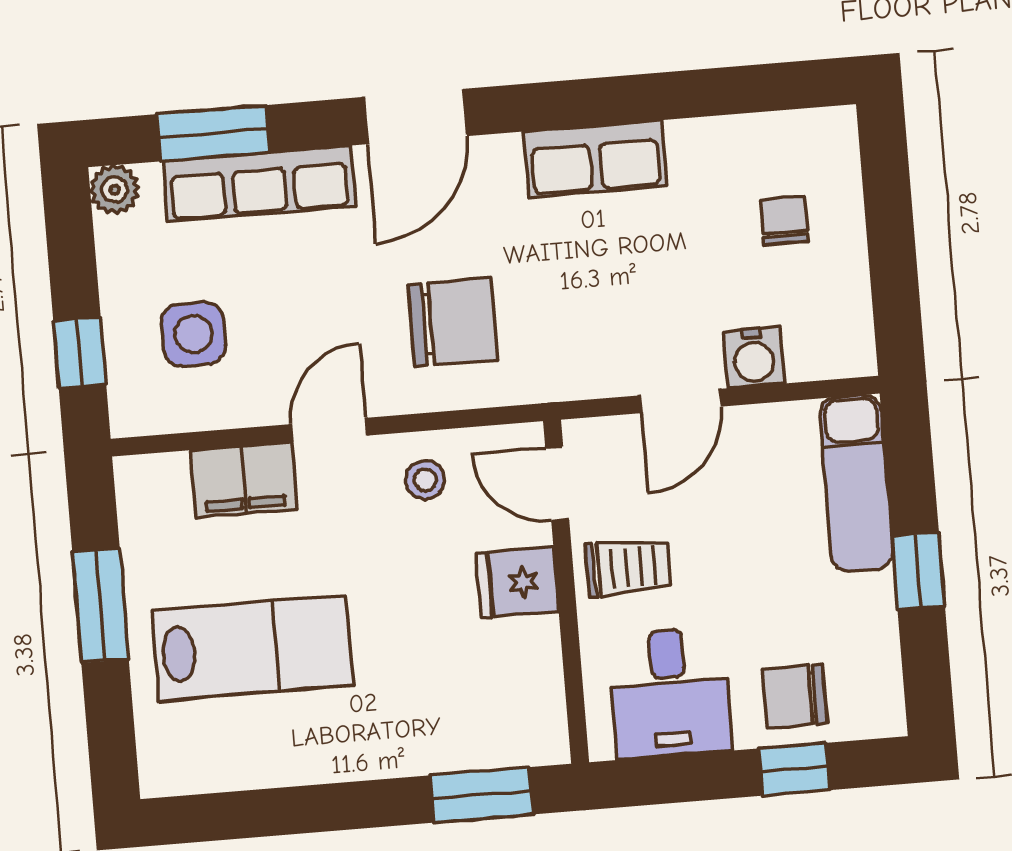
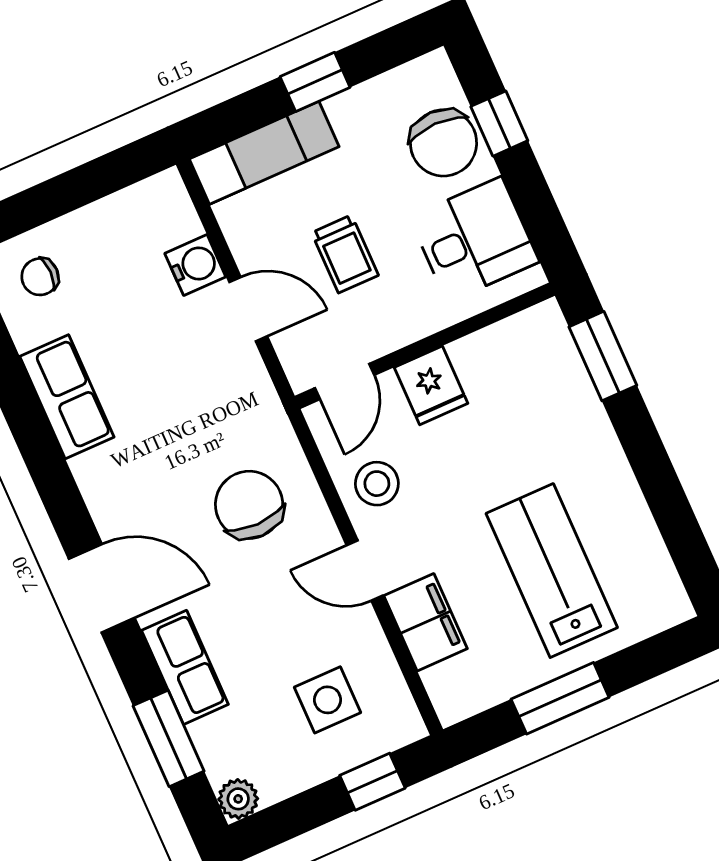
row of seats: (595, 159) -> (67, 397), moved
row of seats: (259, 184) -> (185, 667), width x0.68
chair: (784, 221) -> (40, 277), moved
stool: (425, 480) -> (377, 484), width x1.37, depth x1.37
trolley: (628, 567) -> (345, 254), moved, turned 180
chair: (795, 696) -> (443, 143), width x1.37, depth x1.37

